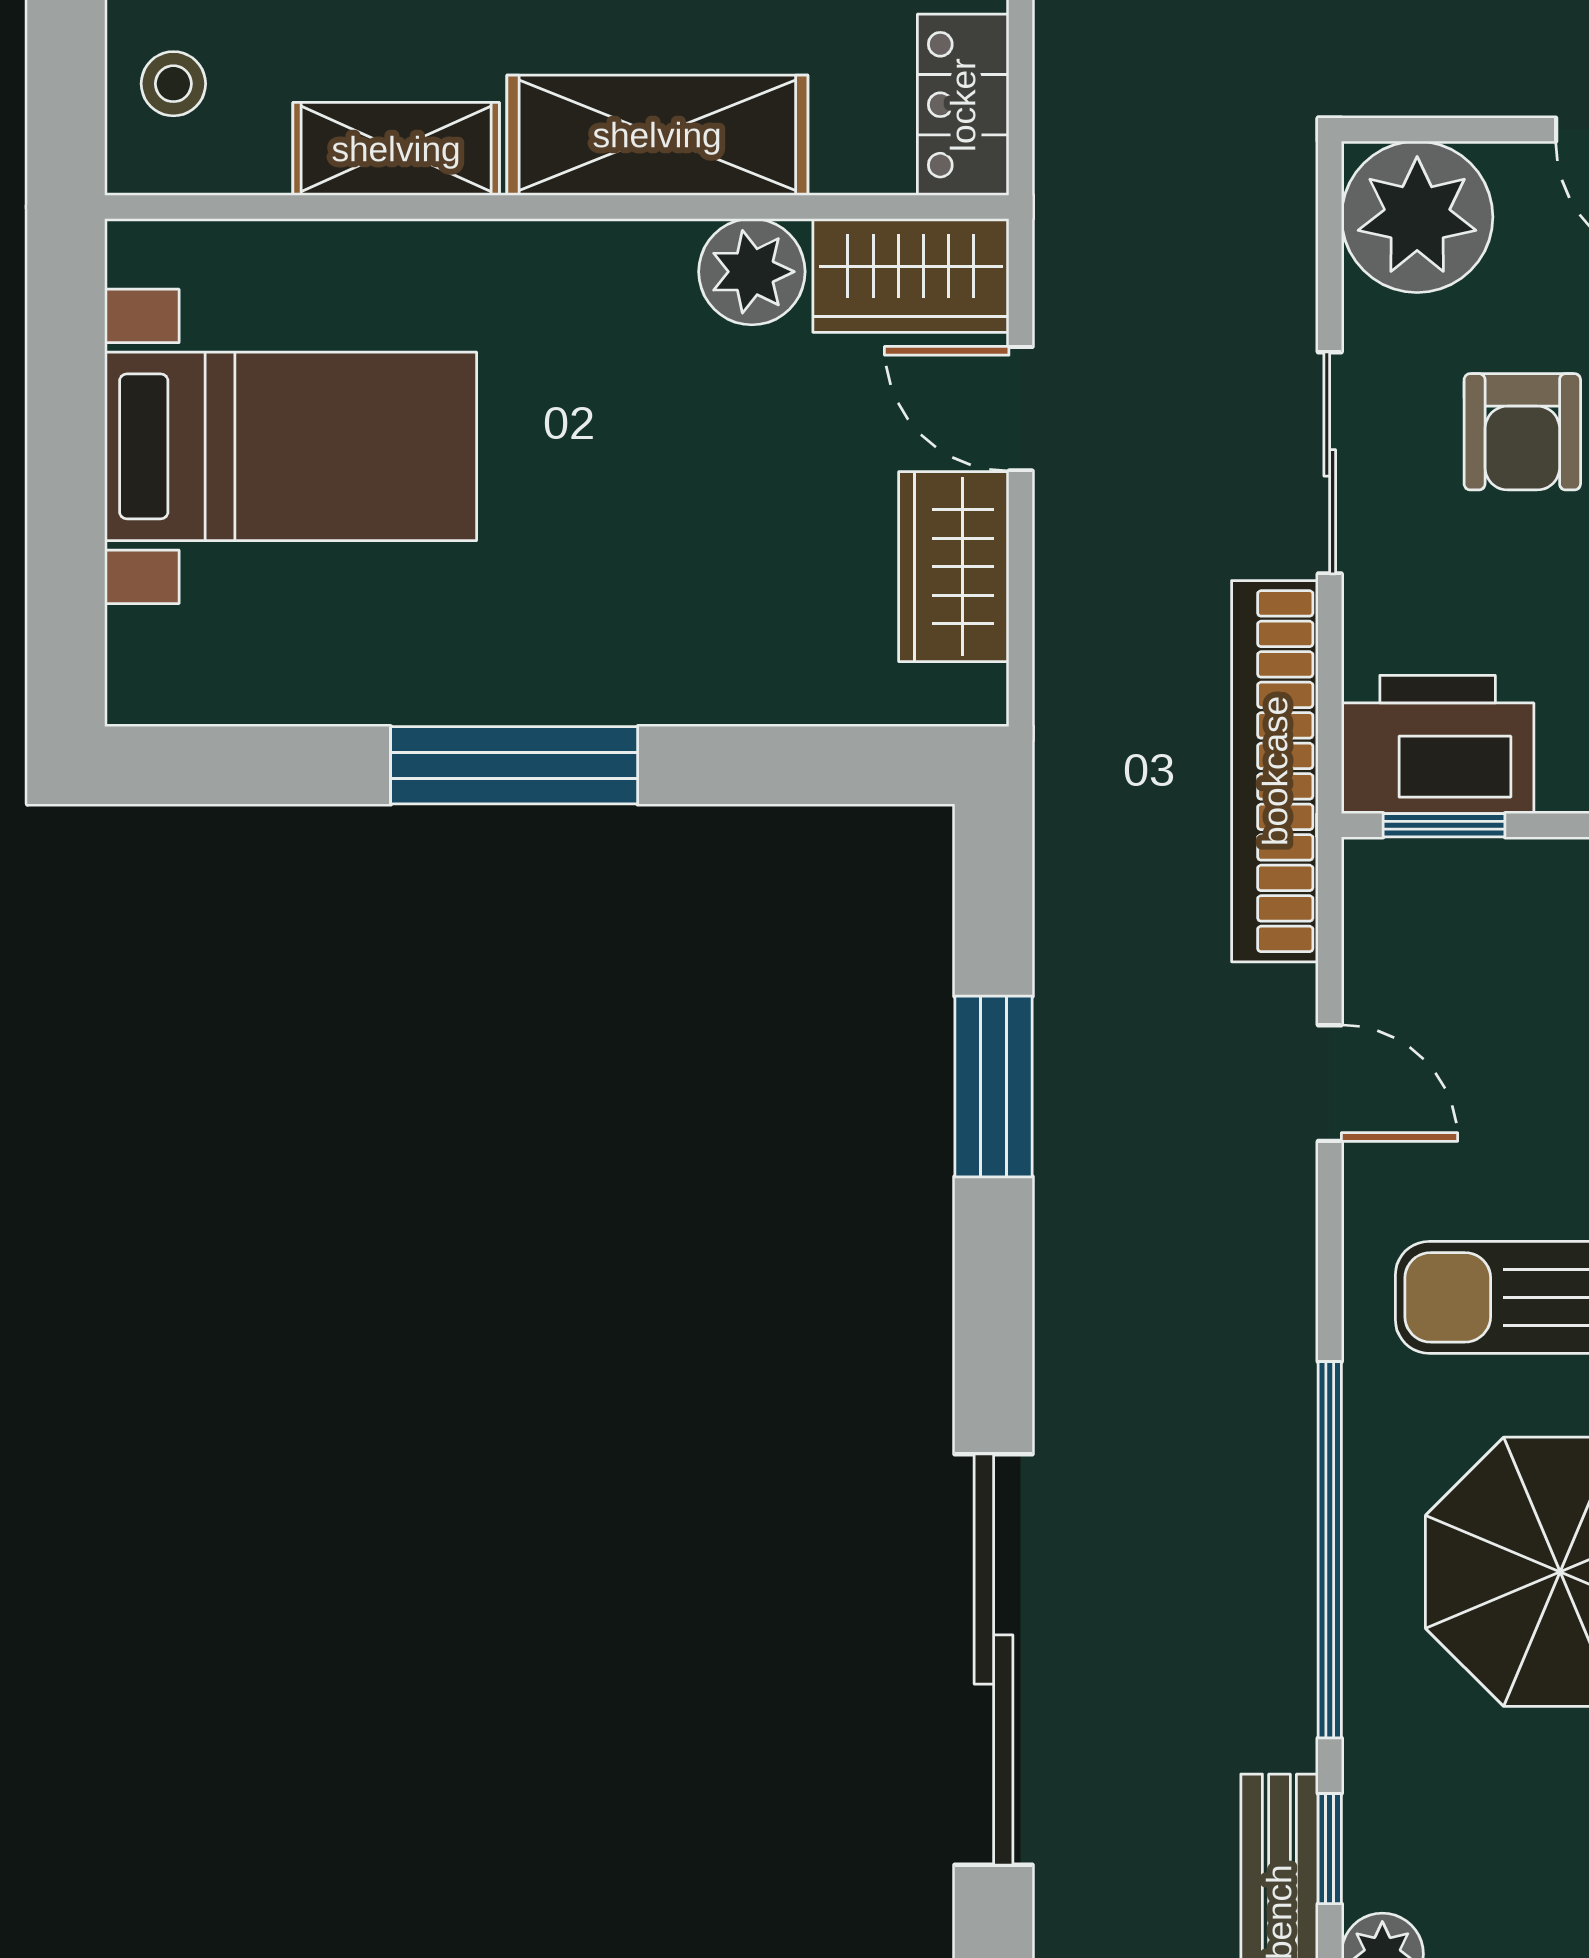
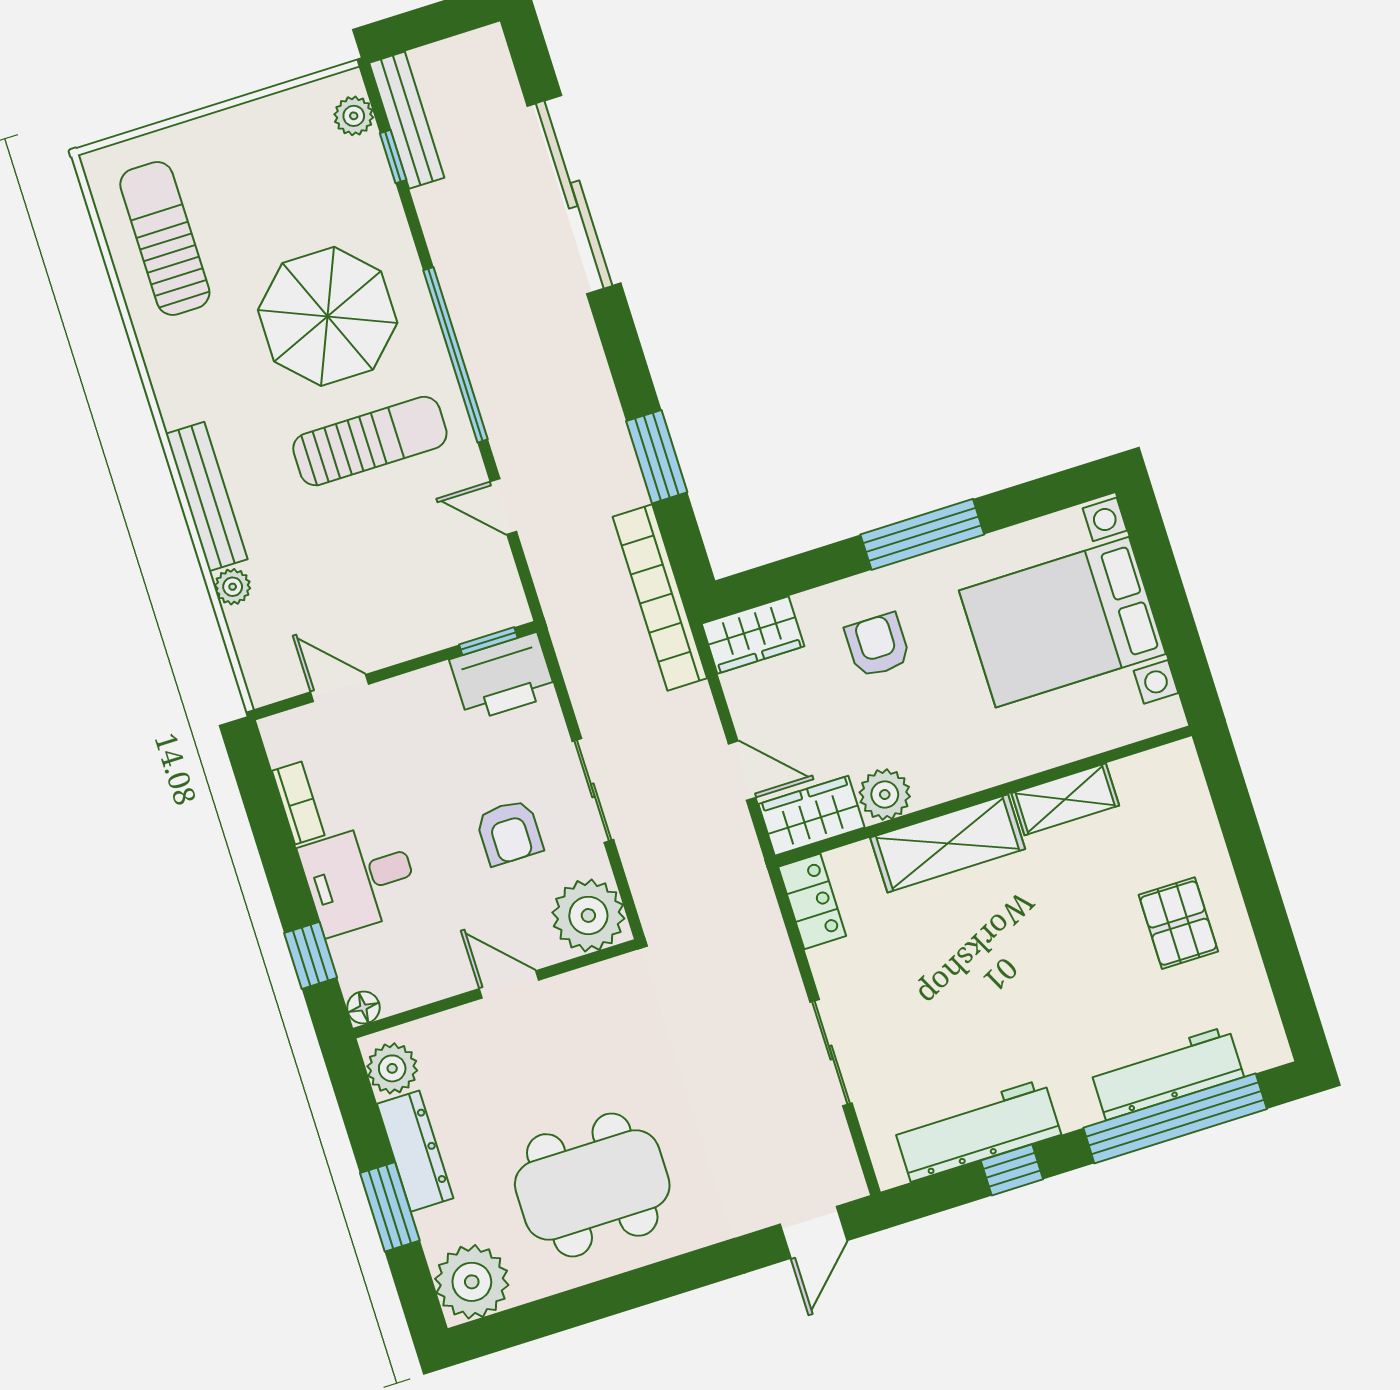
stool: (173, 84) -> (1176, 797), removed
armchair: (1522, 432) -> (509, 832), turned 180
bed with nightstands: (291, 446) -> (1062, 622), width x1.36
wardrobe: (954, 567) -> (753, 635), moved, turned 90
armchair: (673, 573) -> (877, 645), added
bookcase: (1275, 771) -> (660, 597), moved, turned 180
window: (1330, 1550) -> (456, 355), moved

